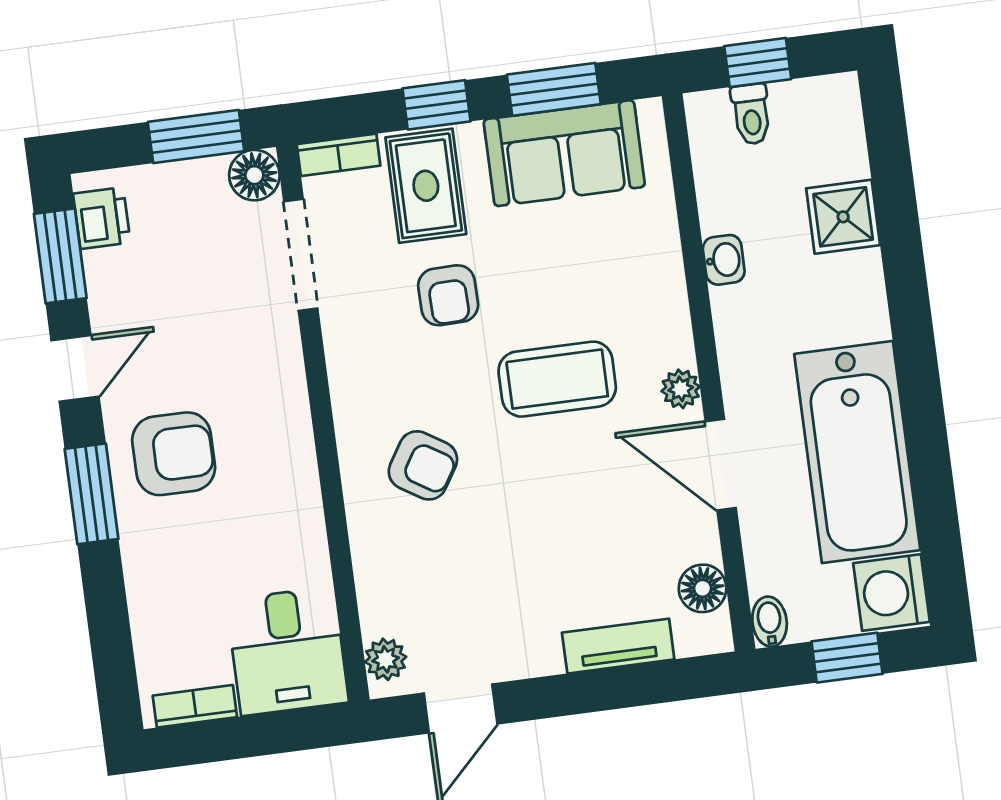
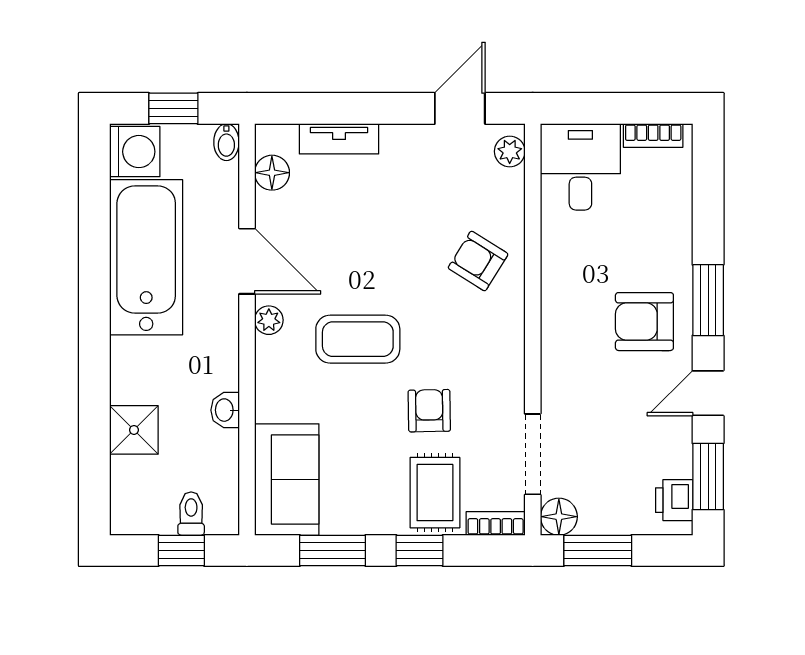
sofa: (564, 153) -> (287, 480), moved, turned 90
armchair: (423, 465) -> (478, 261), moved

